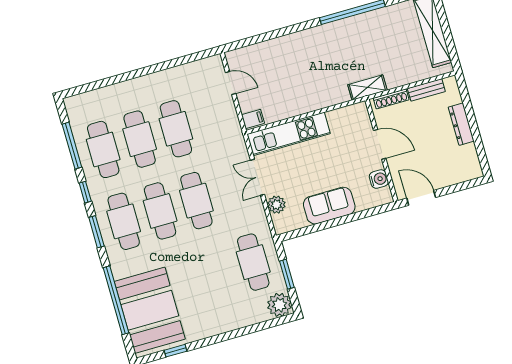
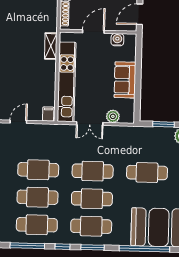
shelving: (367, 88) -> (51, 46), moved
kitchen unit: (289, 134) -> (67, 82), width x1.36
cafe table: (253, 262) -> (147, 173), moved

